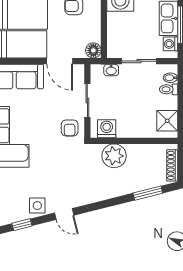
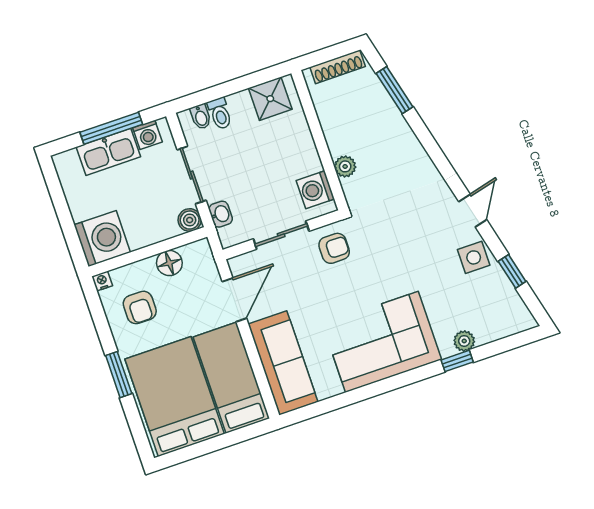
floor lamp: (93, 50) -> (169, 263), moved
boiler: (114, 51) -> (190, 220), added
plant: (114, 156) -> (345, 166), width x0.53, depth x0.53

